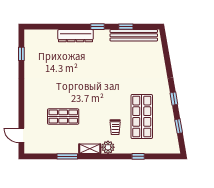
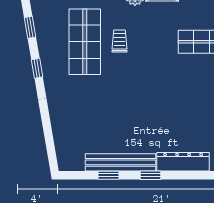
bench: (134, 35) -> (121, 162), moved
trolley: (115, 127) -> (120, 41), moved

